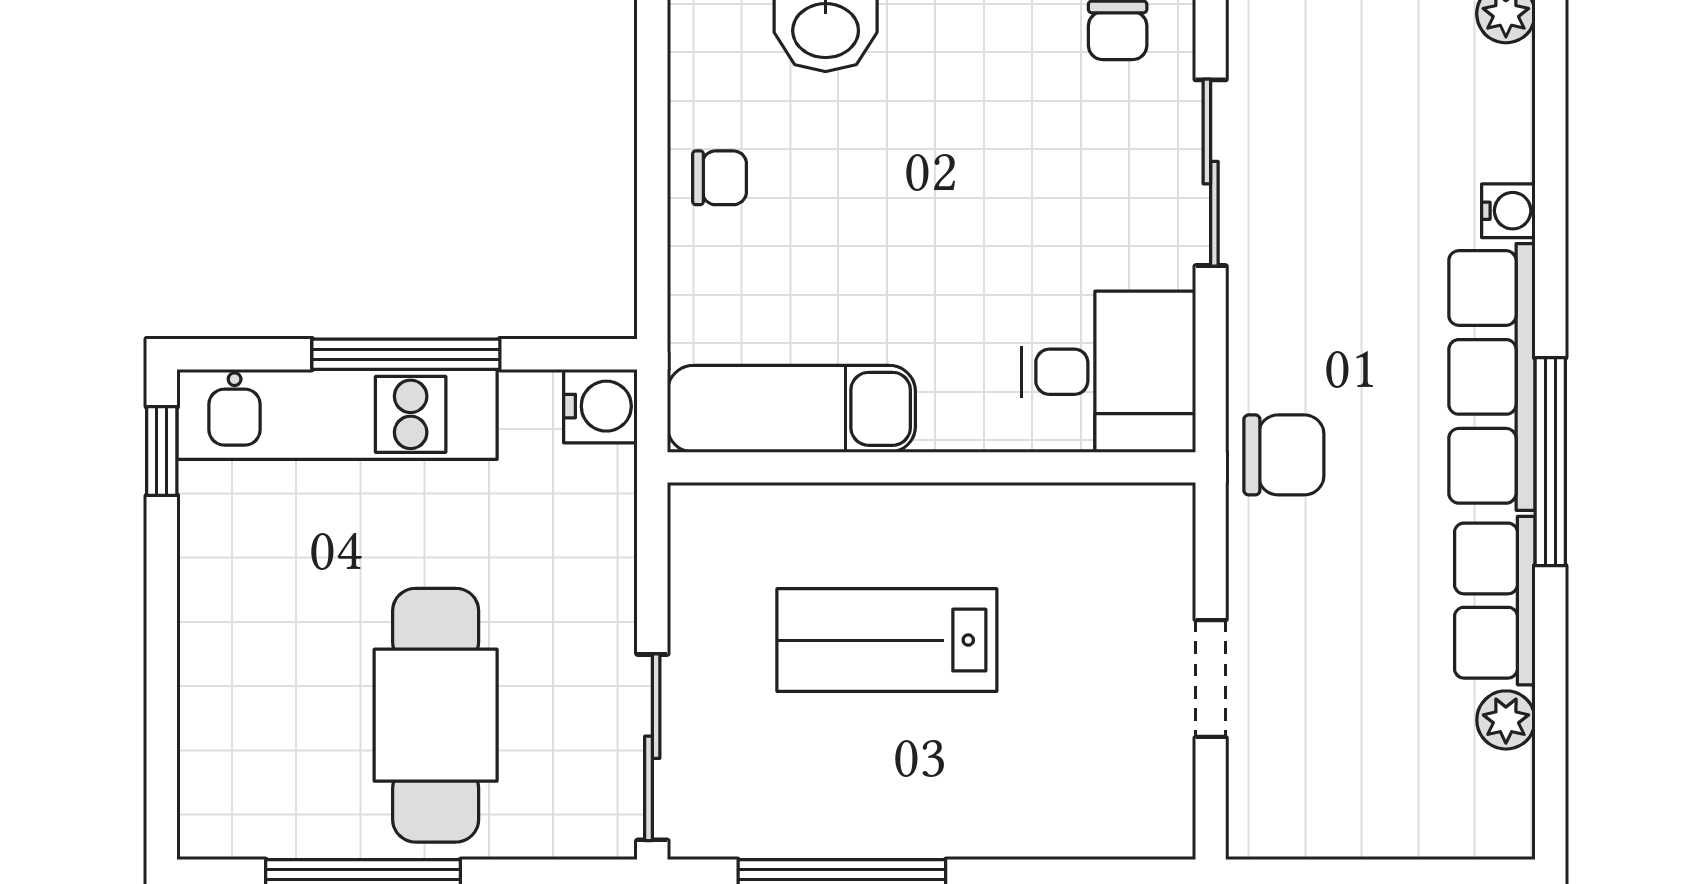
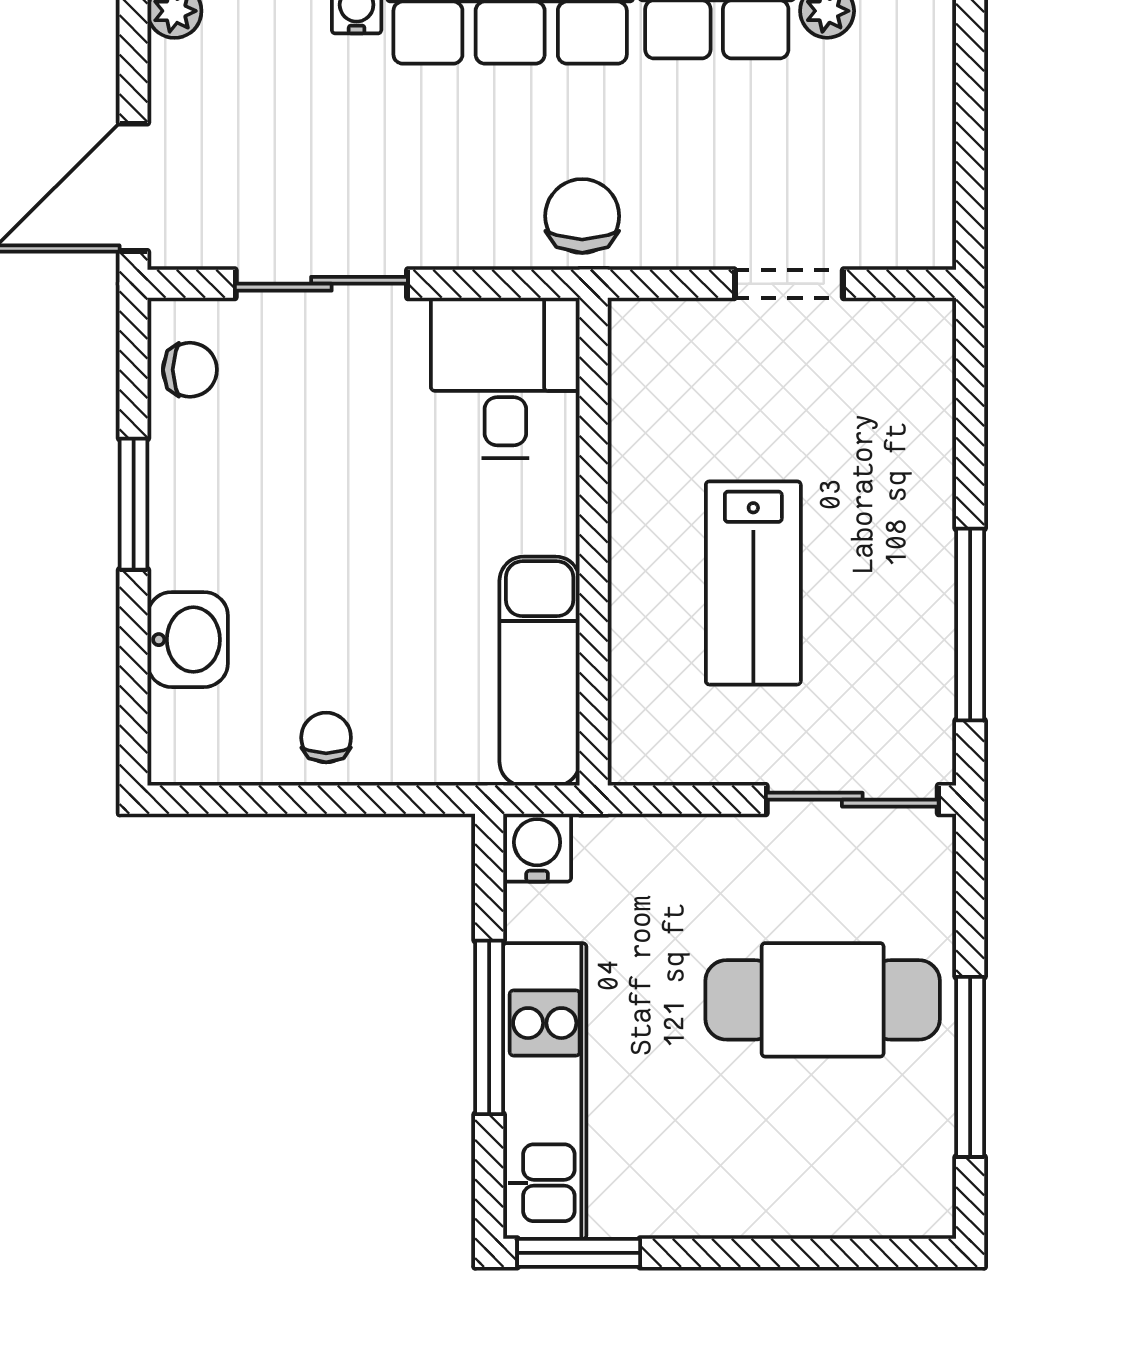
window: (162, 451) -> (579, 1253), width x1.50

